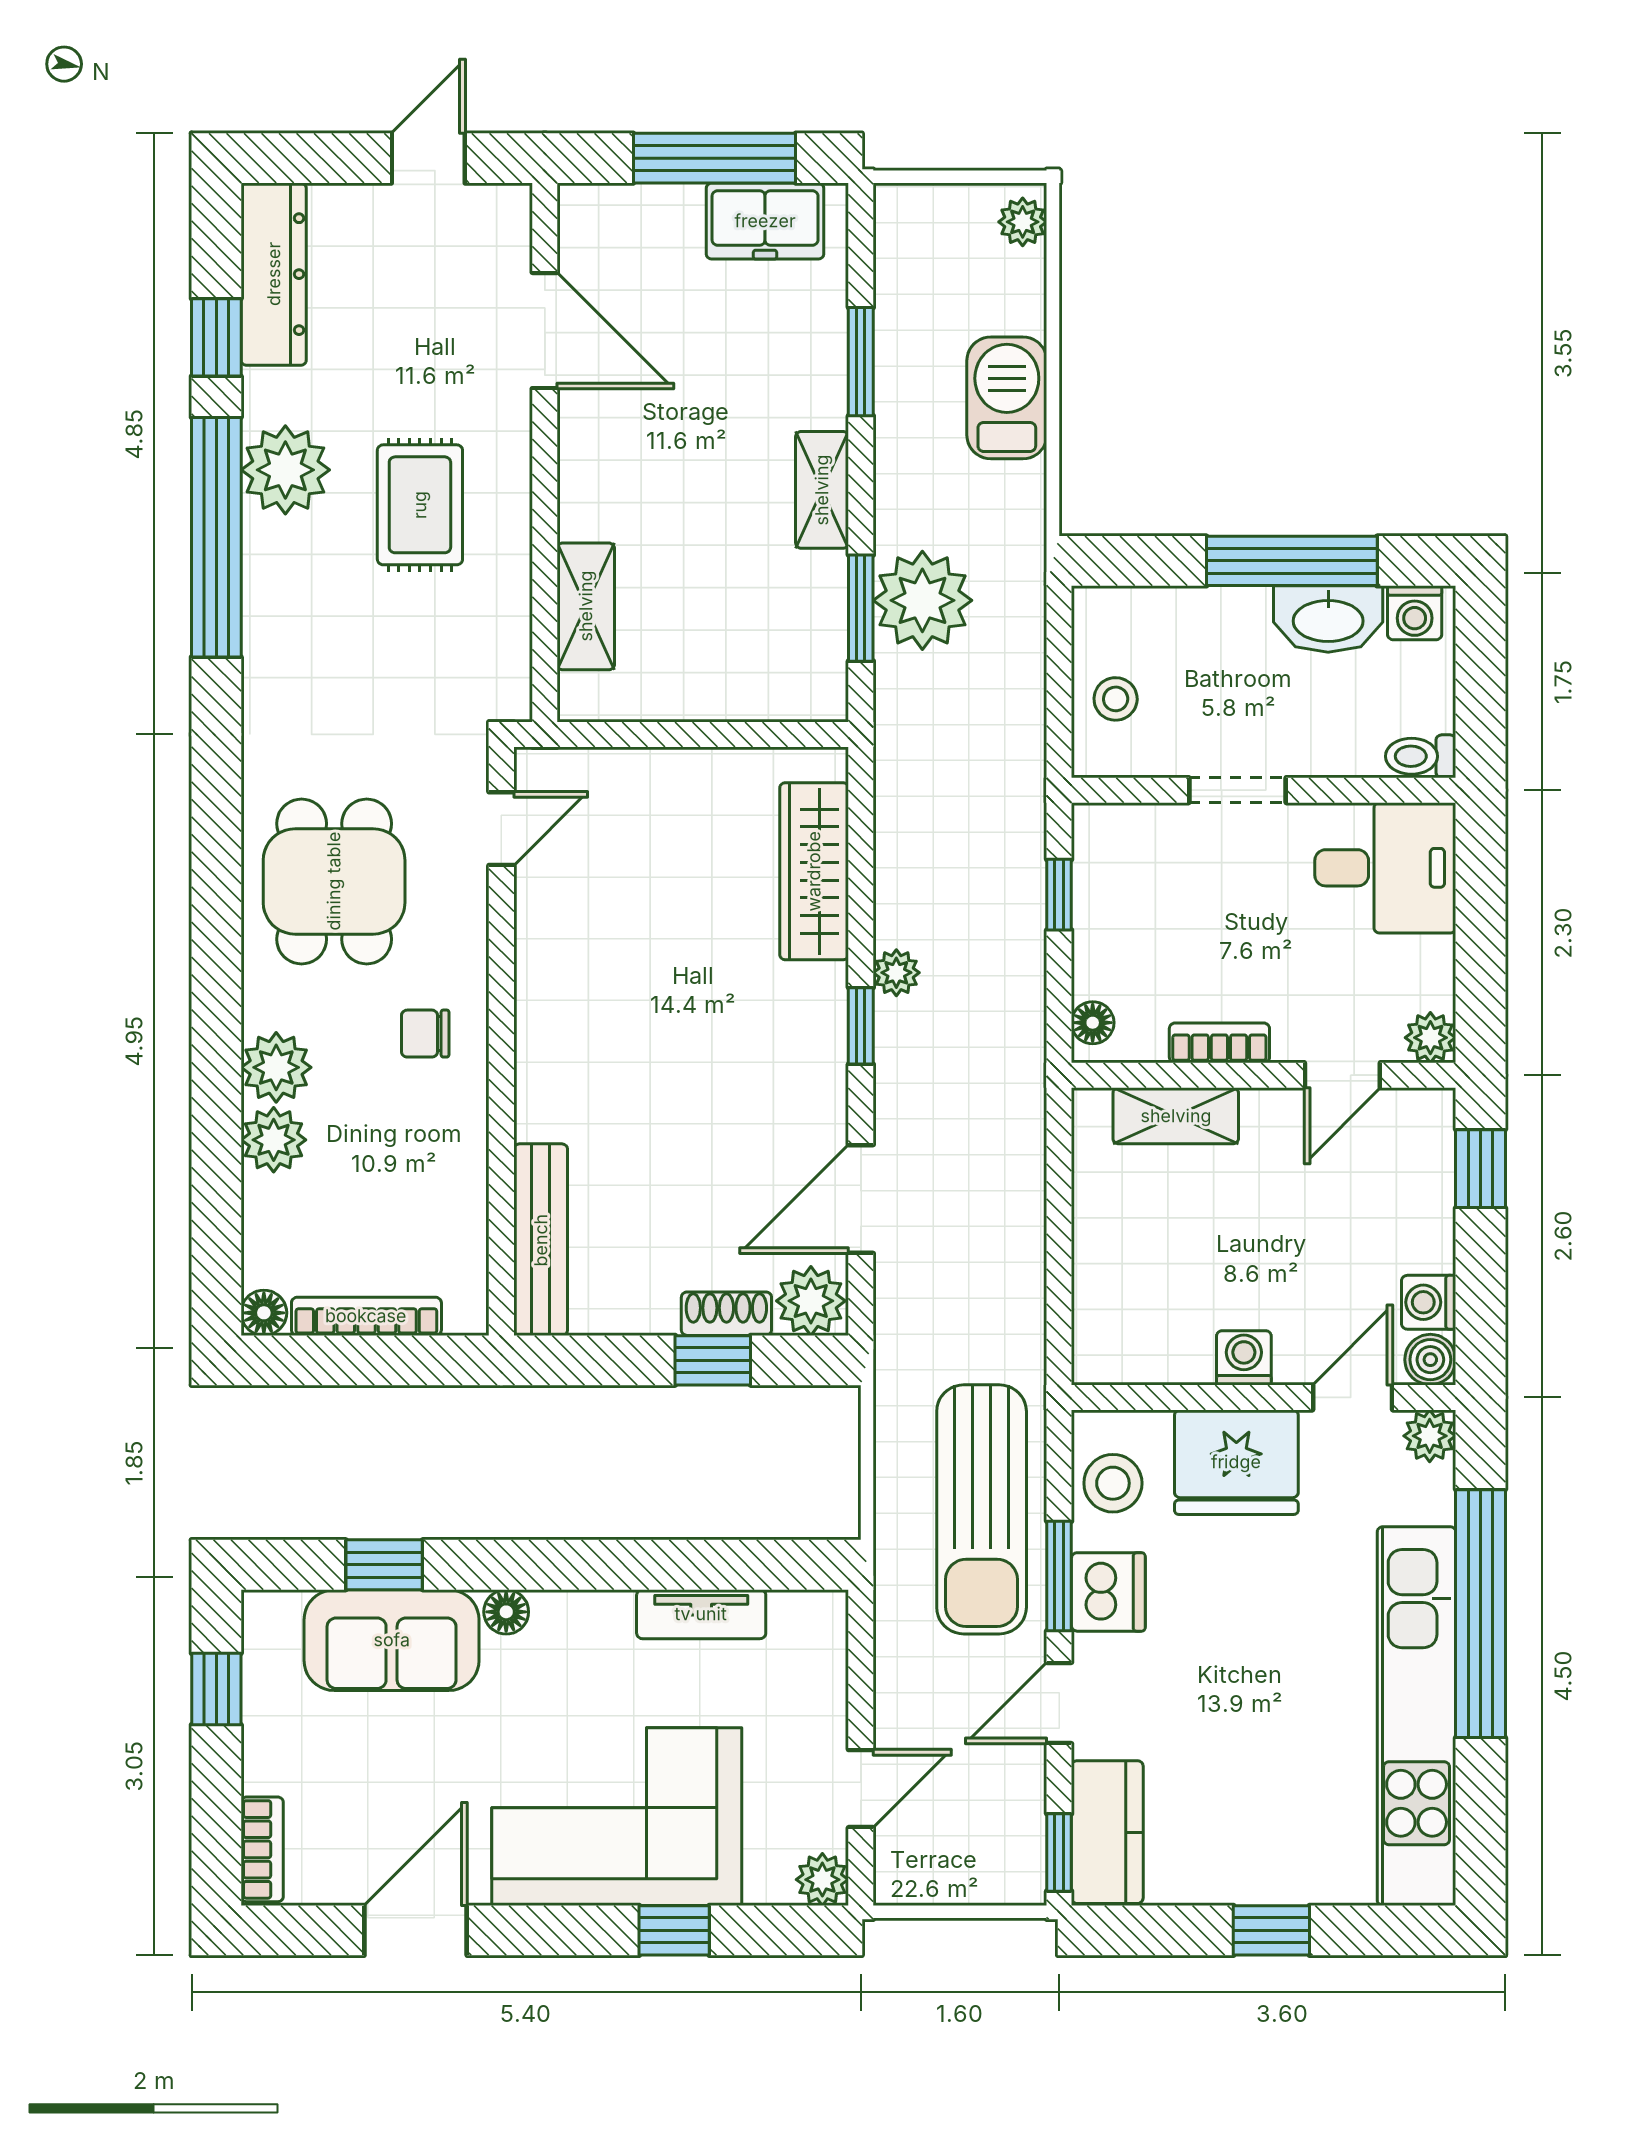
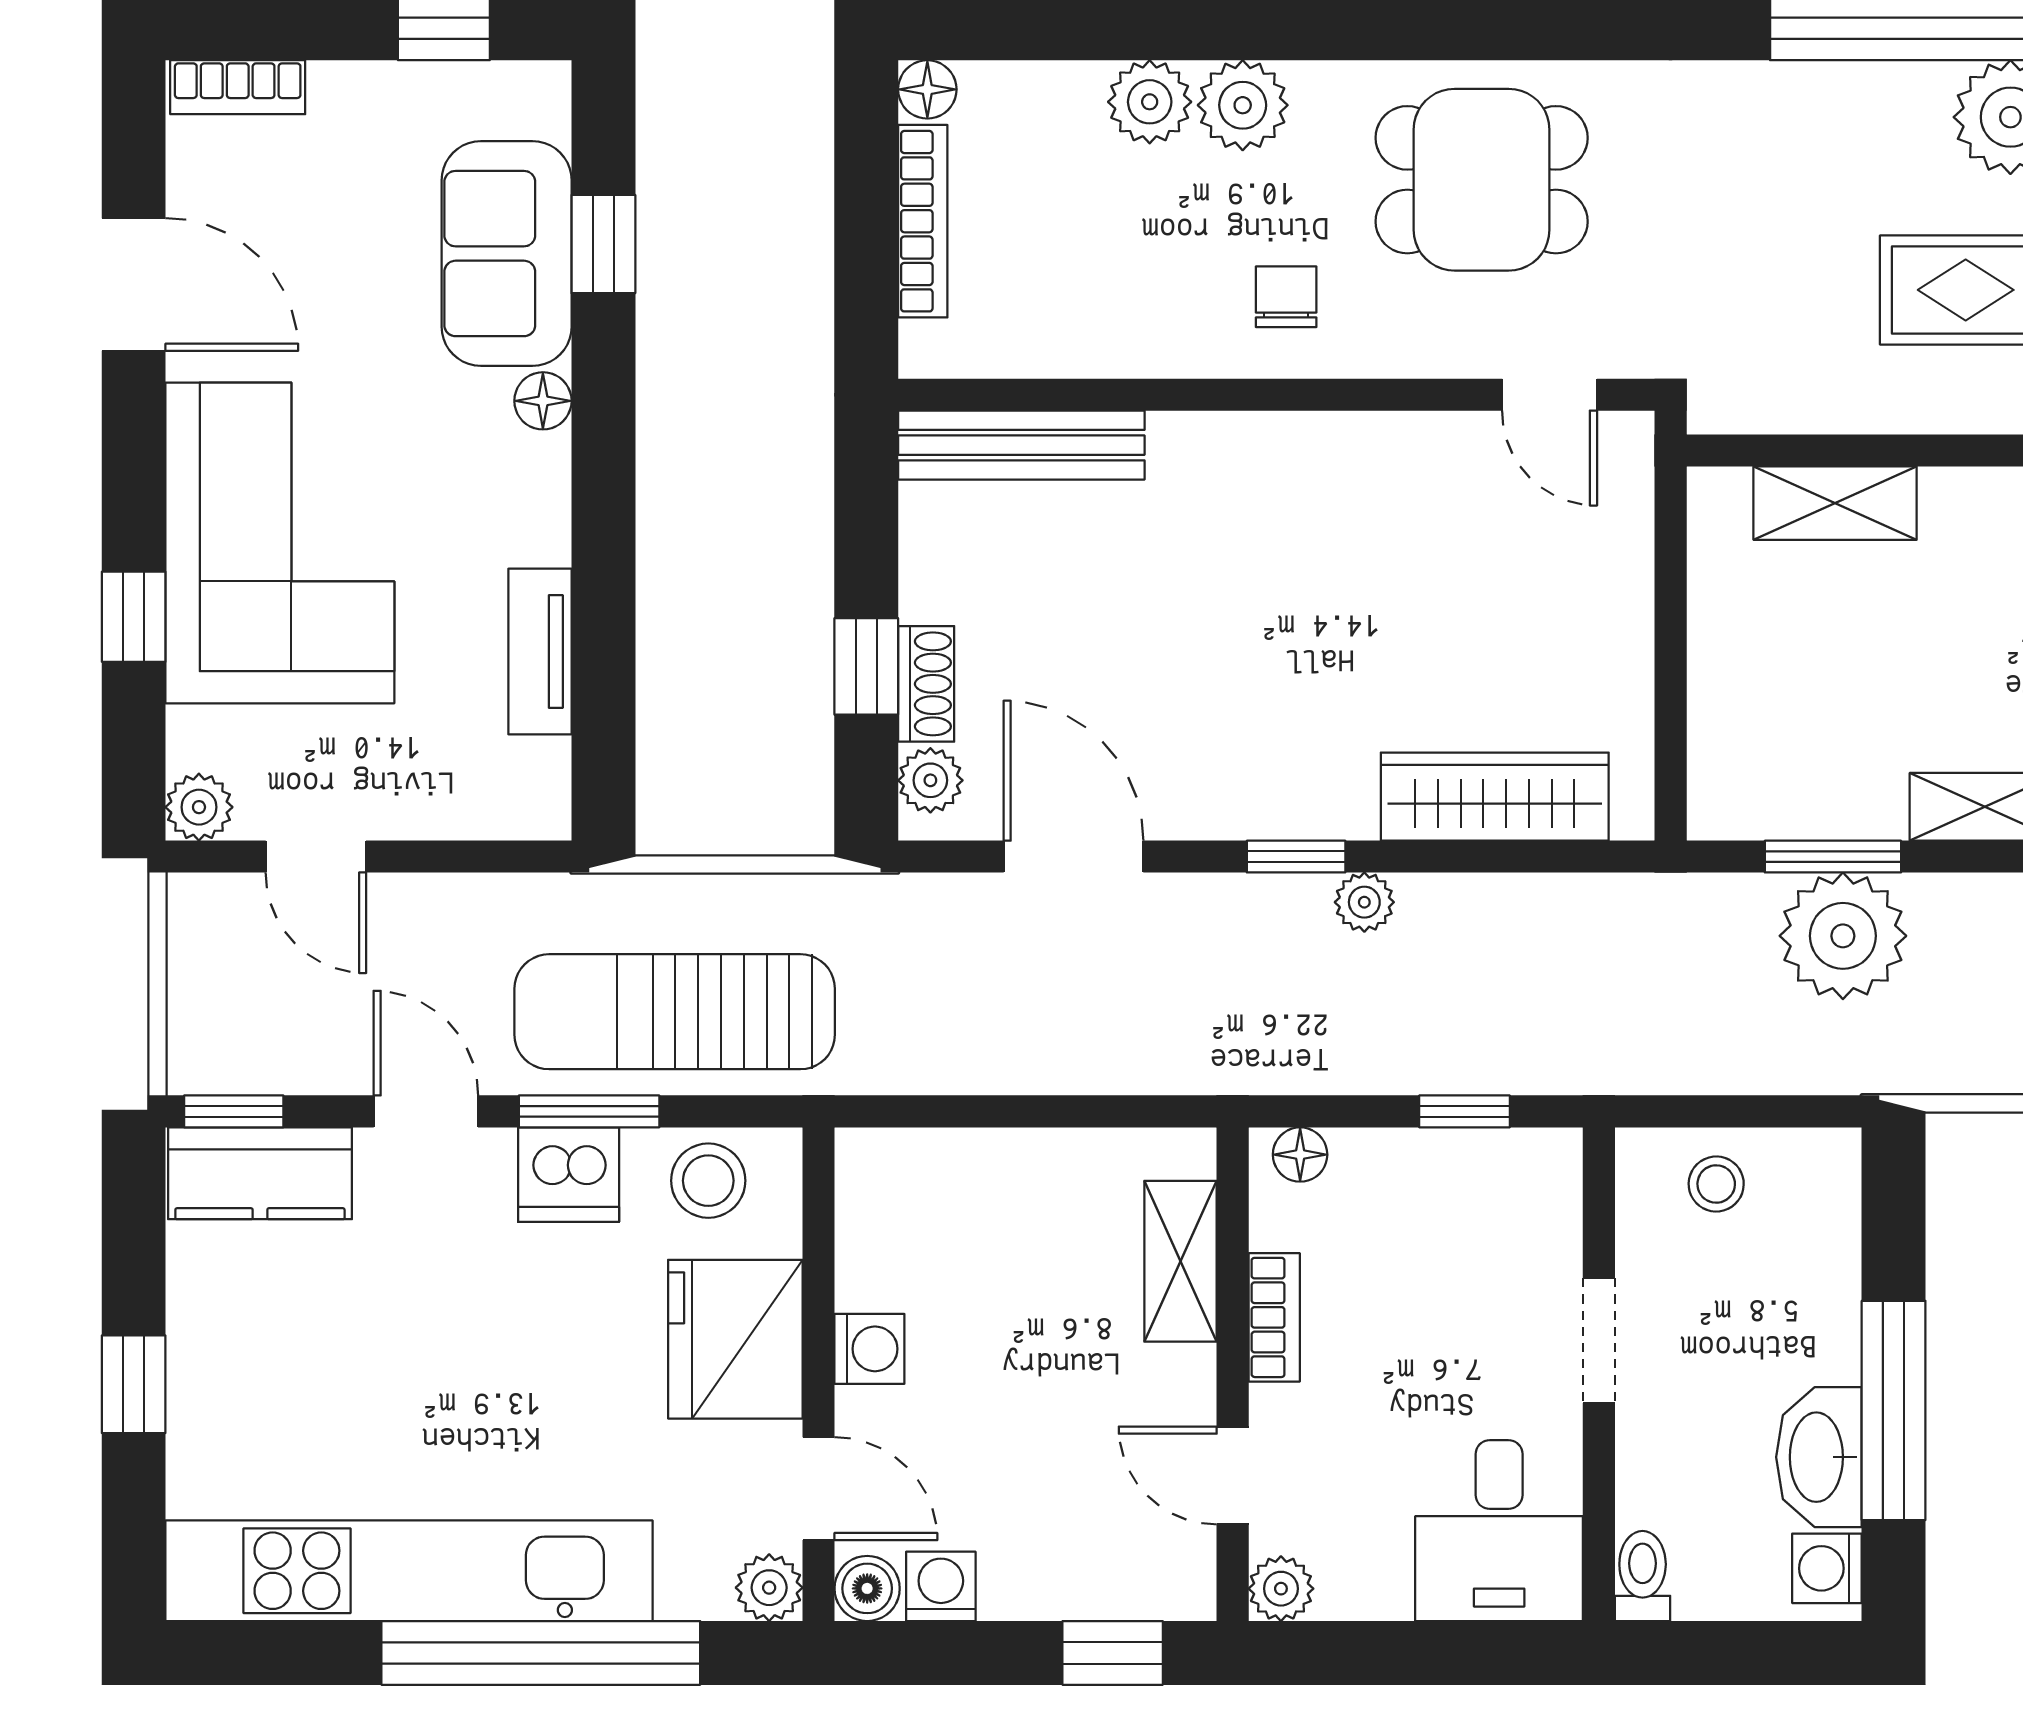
plant: (811, 1301) -> (930, 780), width x0.73, depth x0.73

